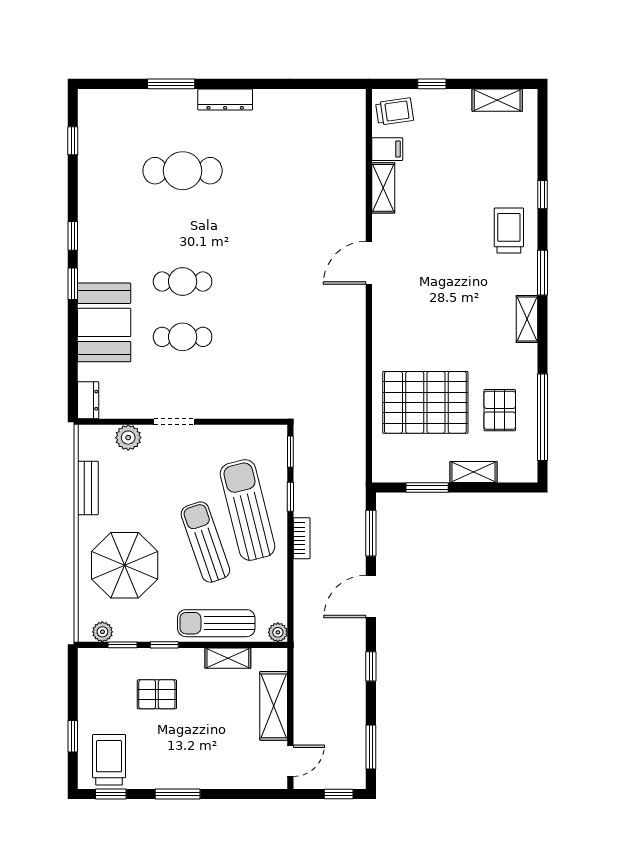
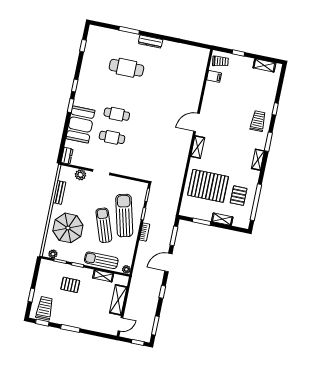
shelving: (383, 188) -> (198, 147), moved

